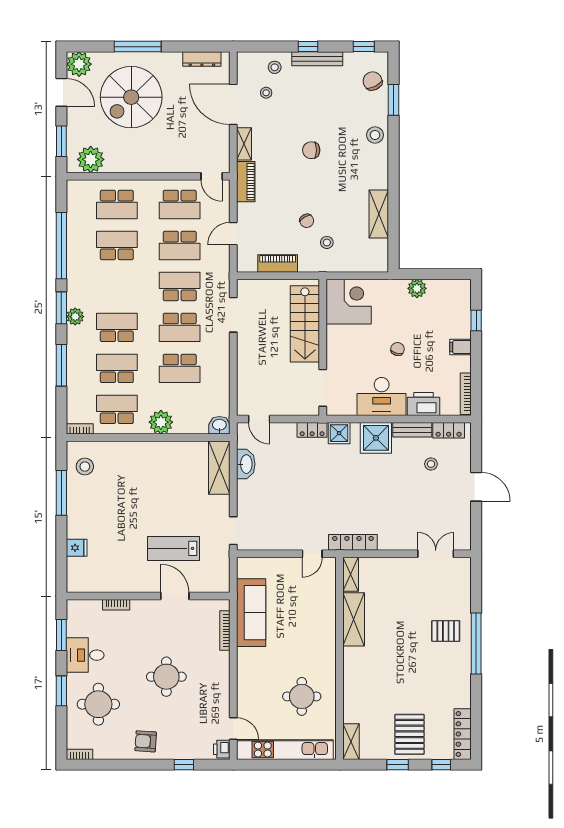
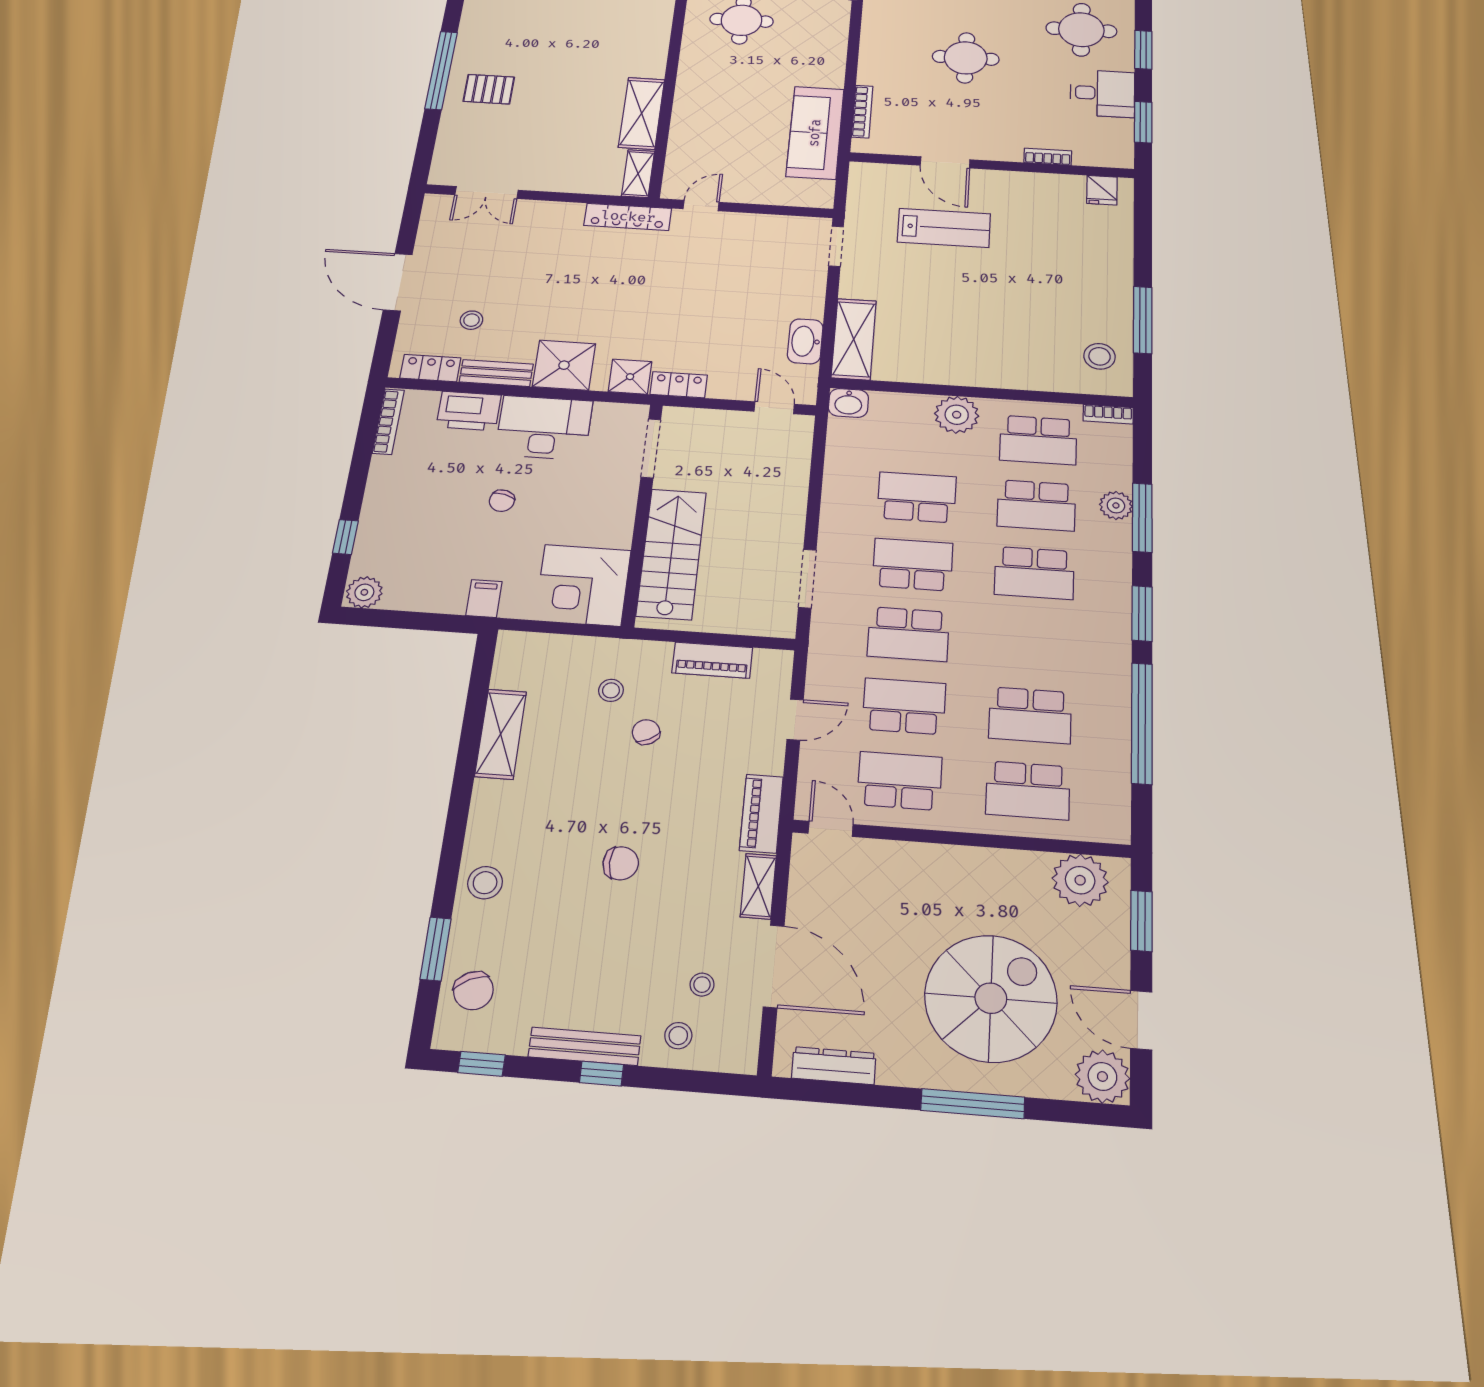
school desk: (117, 204) -> (1028, 790), turned 180
plant: (417, 288) -> (364, 592), moved
plant: (75, 317) -> (1116, 505), moved
filing cabinet: (460, 347) -> (484, 599), moved, turned -90
door: (476, 487) -> (398, 282), width x1.36
fridge: (77, 548) -> (1102, 190), moved, turned -90

